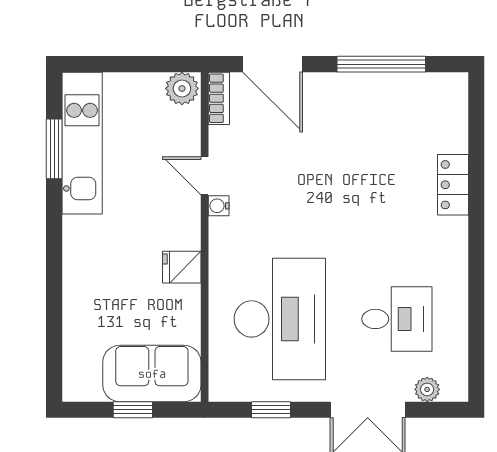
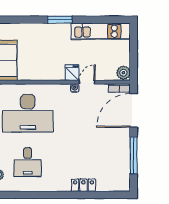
door: (273, 64) -> (134, 110), width x1.36
window: (54, 149) -> (60, 20), moved
fridge: (182, 267) -> (72, 73), moved

